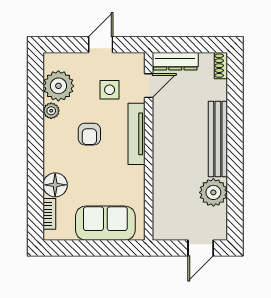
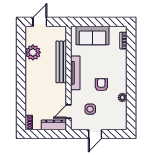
plant: (58, 86) -> (118, 111), removed
tv unit: (136, 134) -> (75, 73), moved
bench: (218, 139) -> (61, 62), moved
floor lamp: (55, 185) -> (120, 57), removed

